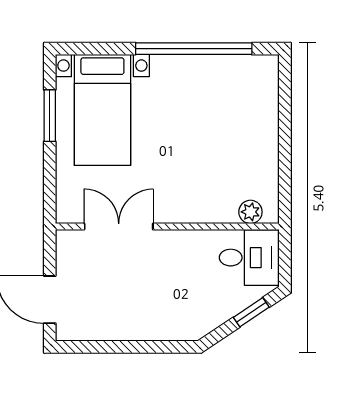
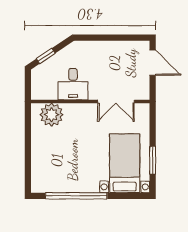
plant: (250, 212) -> (52, 115), width x1.88, depth x1.88
desk: (249, 258) -> (73, 84), moved, turned -90

